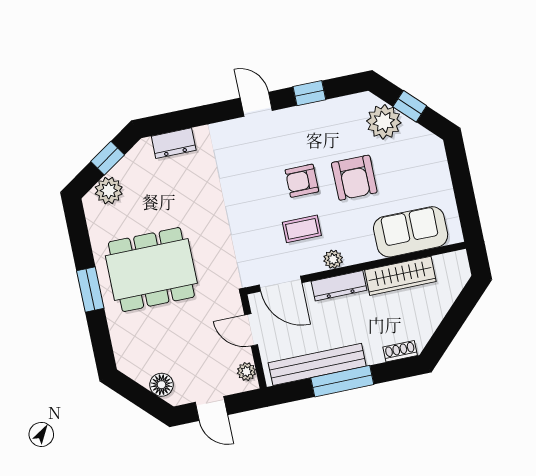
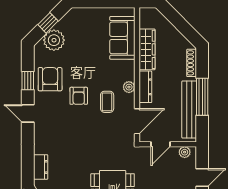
door: (256, 104) -> (28, 113), hinge flipped
armchair: (354, 178) -> (50, 79), moved, turned -90
shoe rack: (400, 351) -> (192, 63), width x1.43

